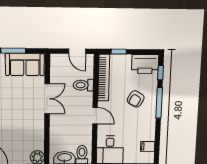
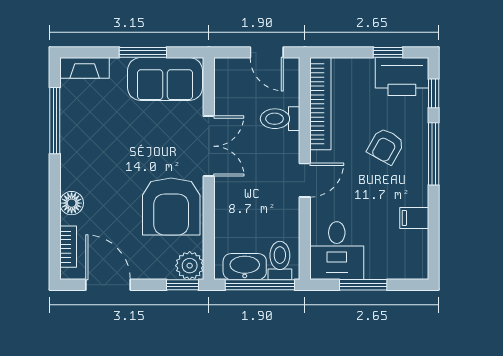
window: (119, 52) -> (388, 52), moved
door: (95, 116) -> (305, 180), hinge flipped
armchair: (28, 129) -> (171, 207), added
filing cabinet: (148, 146) -> (414, 218), moved

